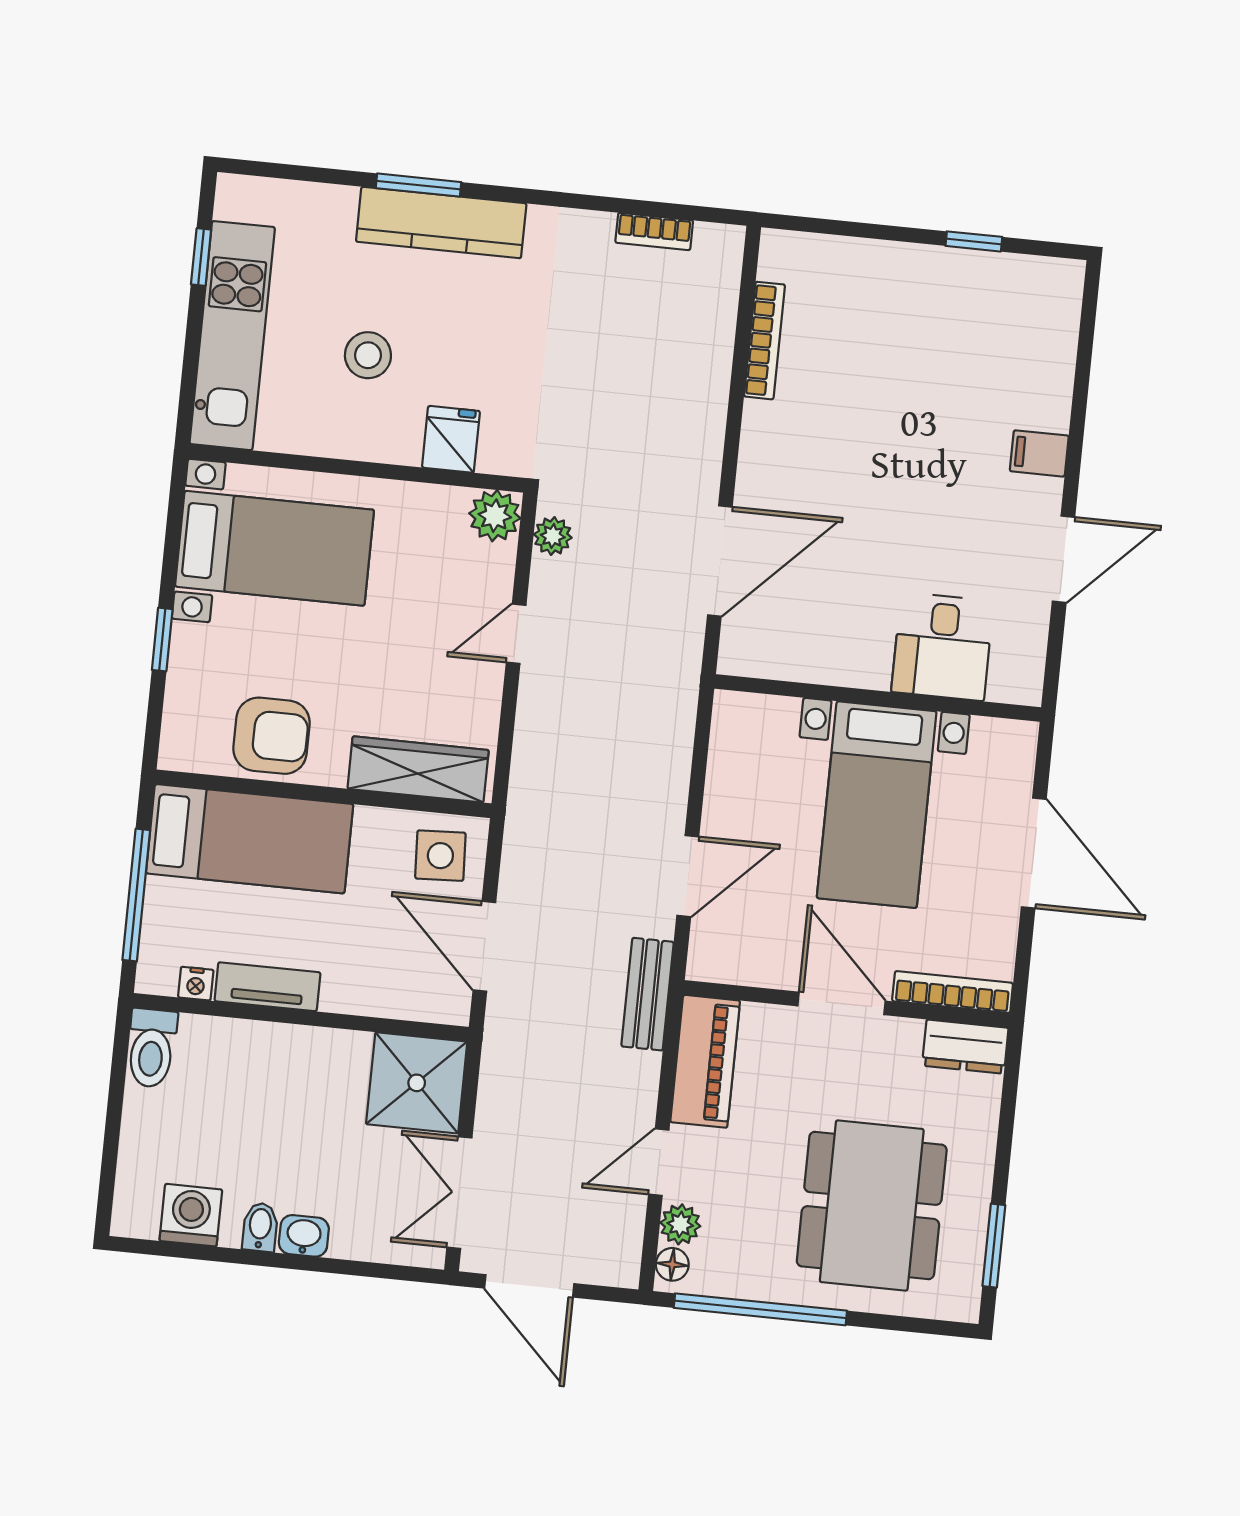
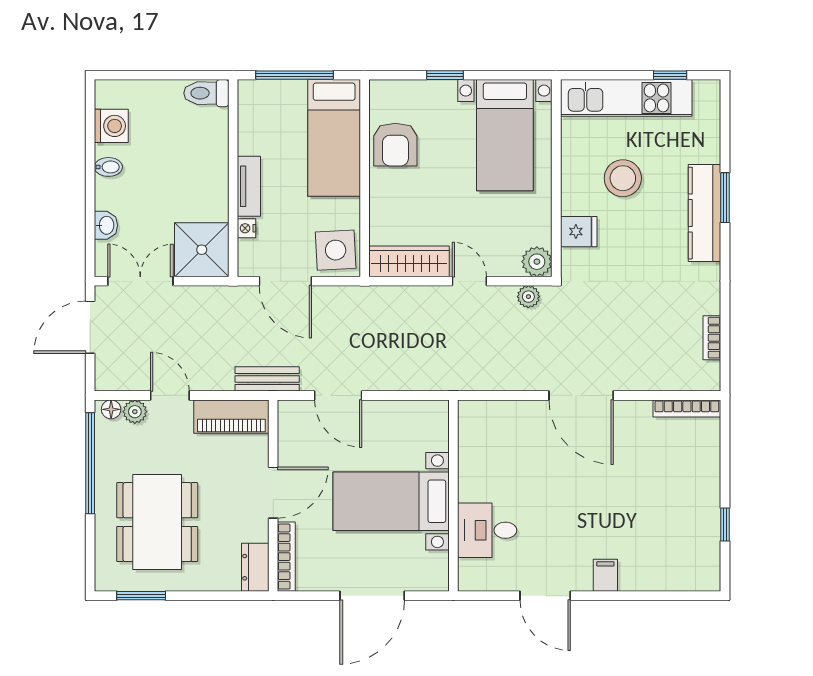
bookcase: (764, 341) -> (687, 408), moved
stool: (368, 355) -> (623, 178), width x1.38, depth x1.38
door: (720, 561) -> (581, 395), moved
wardrobe: (418, 769) -> (409, 261), moved, turned -90
side table: (440, 856) -> (336, 250), width x1.37, depth x1.37
door: (484, 946) -> (285, 281), swing flipped
nightstand: (196, 984) -> (246, 228), moved
tv unit: (267, 987) -> (249, 186), moved
dining table: (872, 1205) -> (157, 522), turned 90
washbasin: (304, 1236) -> (106, 225), moved

